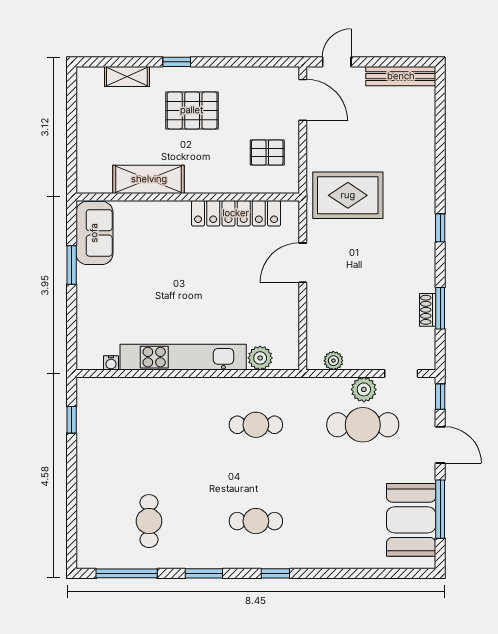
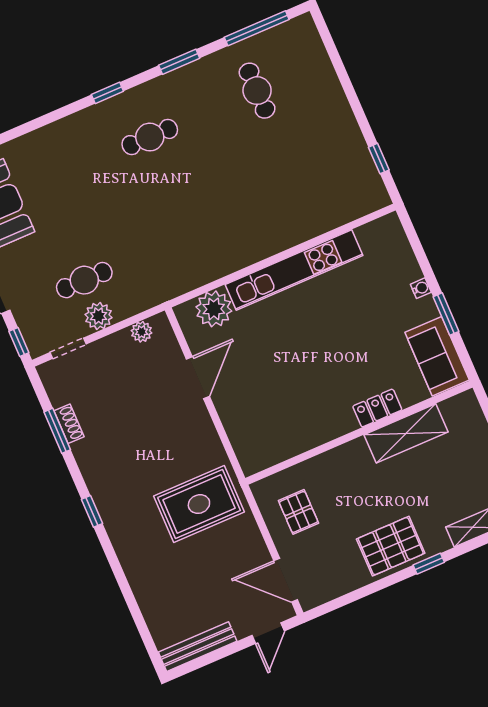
pallet: (192, 110) -> (391, 546), moved
pallet: (267, 153) -> (298, 512), turned 90
locker: (236, 213) -> (377, 408), moved, width x0.46, depth x0.83
door: (303, 263) -> (198, 378), moved
plant: (260, 358) -> (214, 309), width x1.36, depth x1.36
water cooler: (111, 363) -> (421, 288), moved, turned 90
cafe table: (256, 425) -> (192, 234), removed
cafe table: (363, 425) -> (84, 280), width x0.73, depth x0.74

